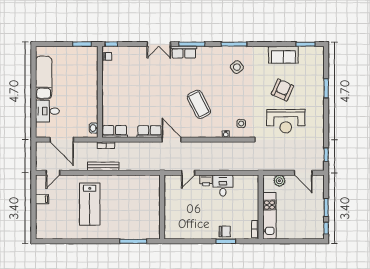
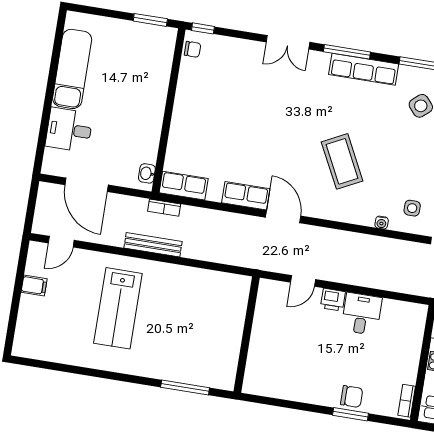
row of seats: (184, 52) -> (364, 69), moved, width x1.48

